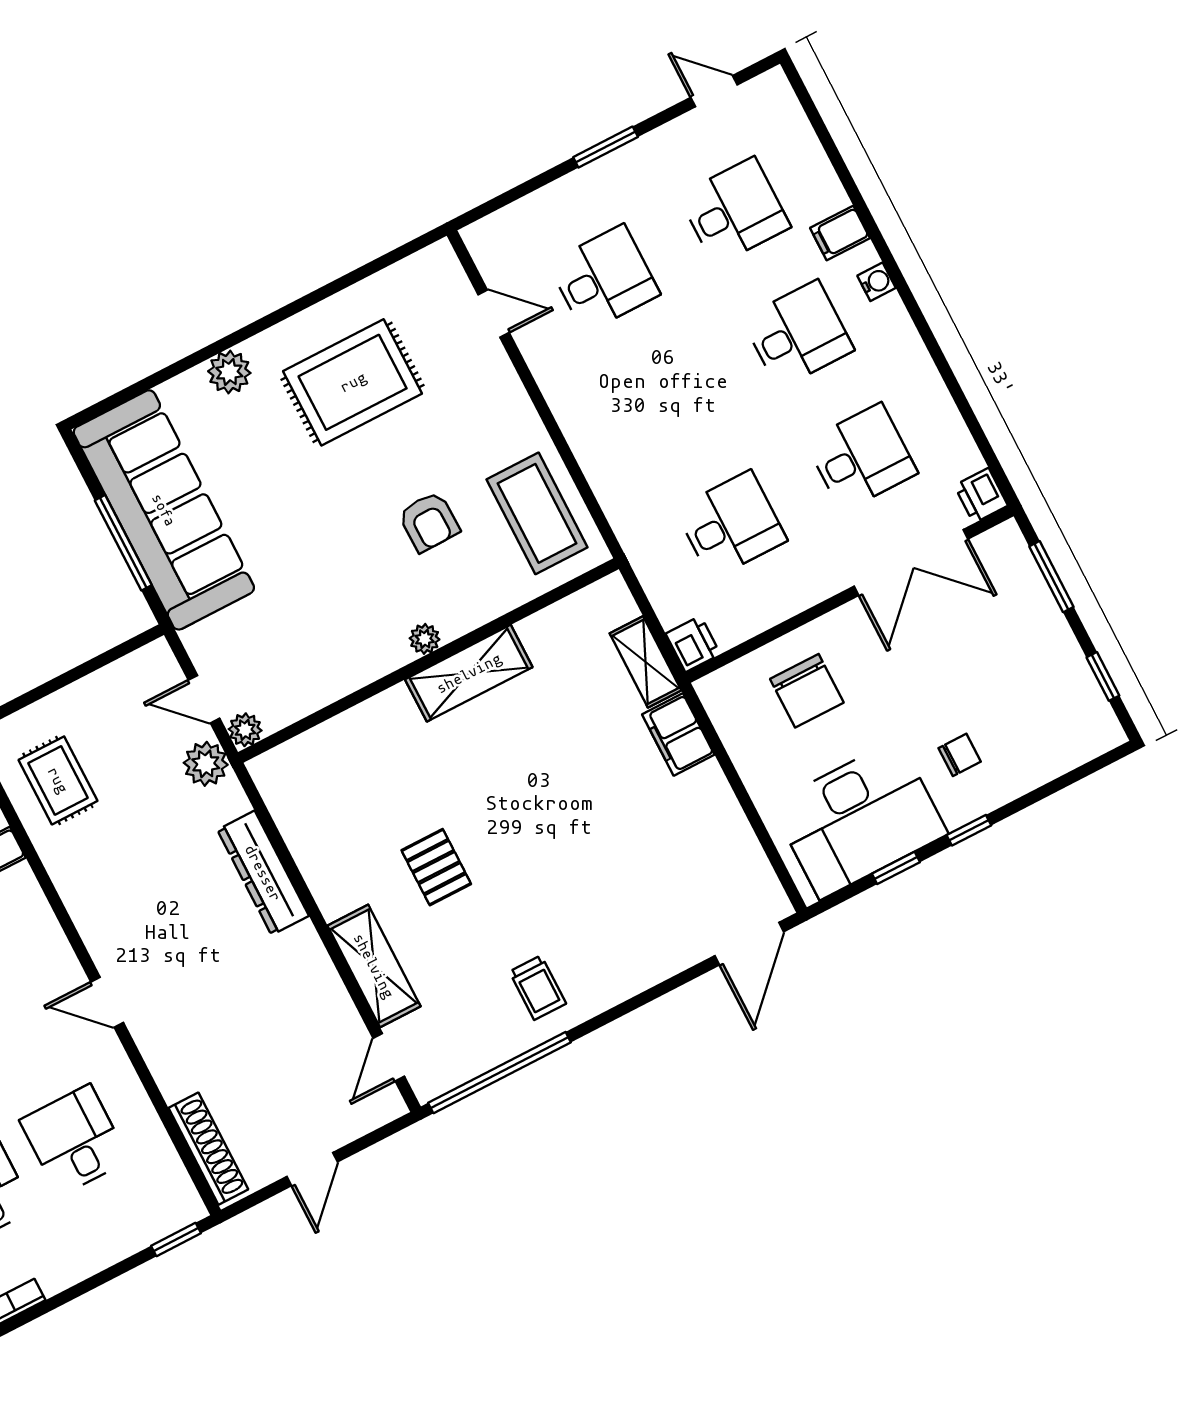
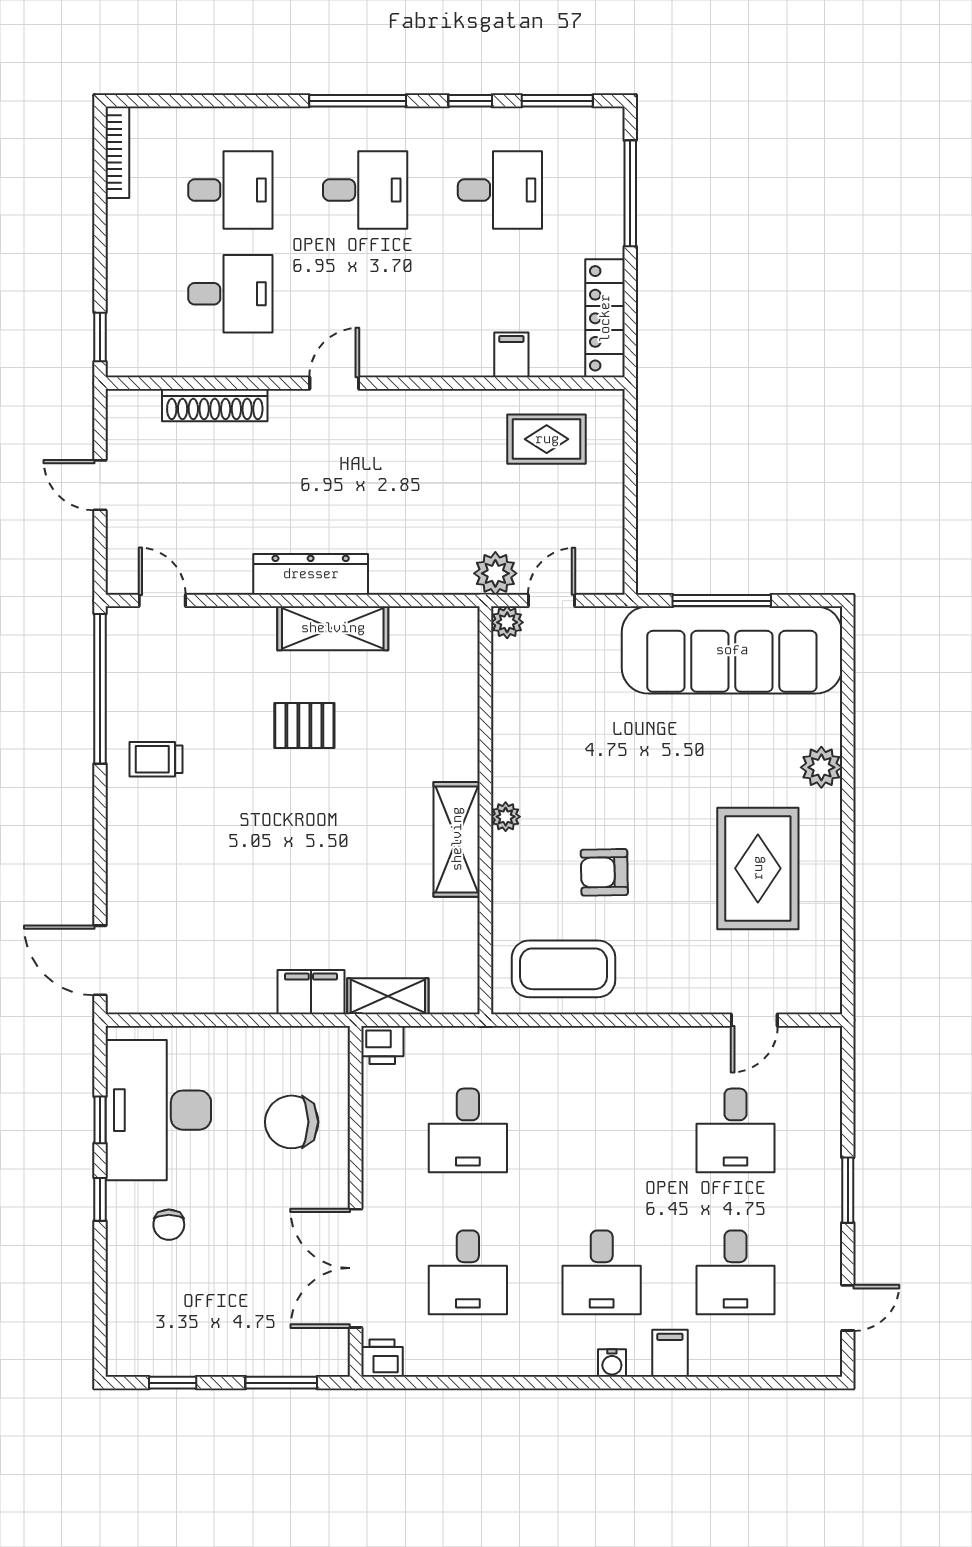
dresser: (263, 873) -> (311, 574), moved
shelving: (374, 966) -> (333, 628), moved
shoe rack: (208, 1149) -> (215, 405), moved

